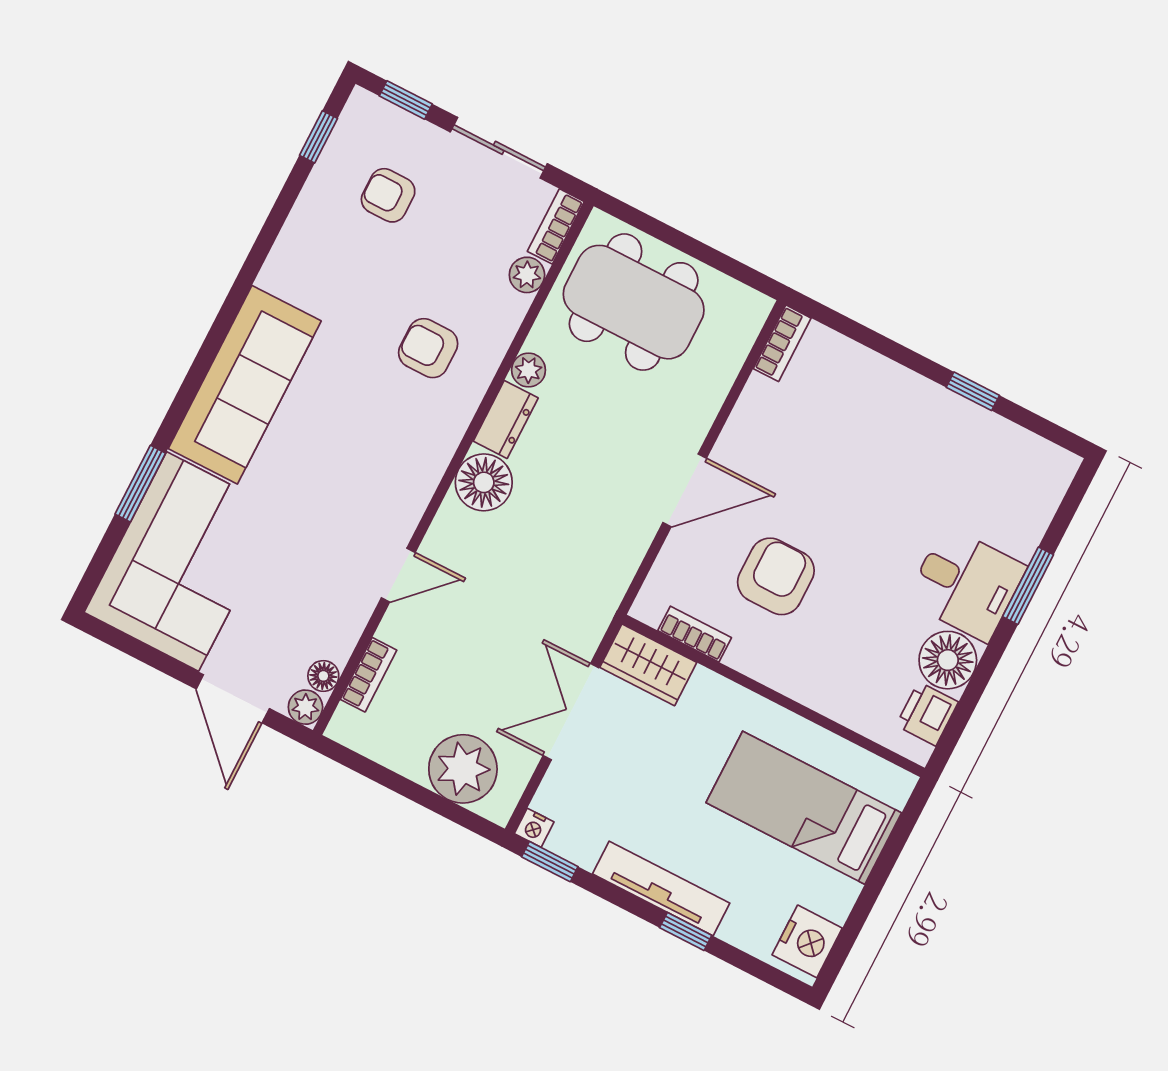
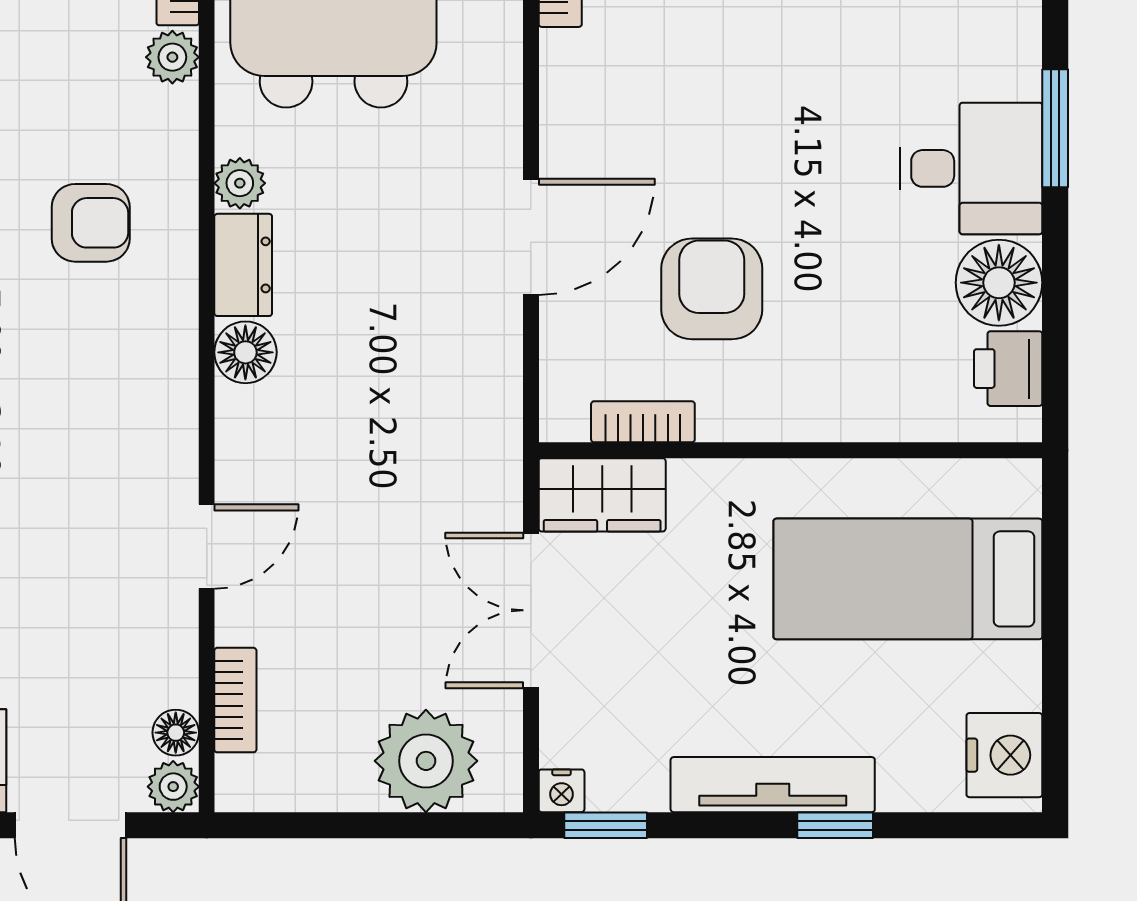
armchair: (428, 348) -> (91, 223), turned 180
floor lamp: (484, 482) -> (245, 352), width x0.73, depth x0.73

